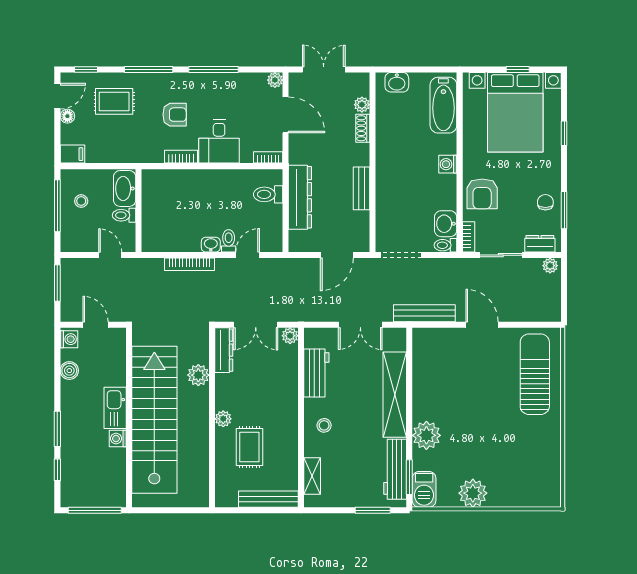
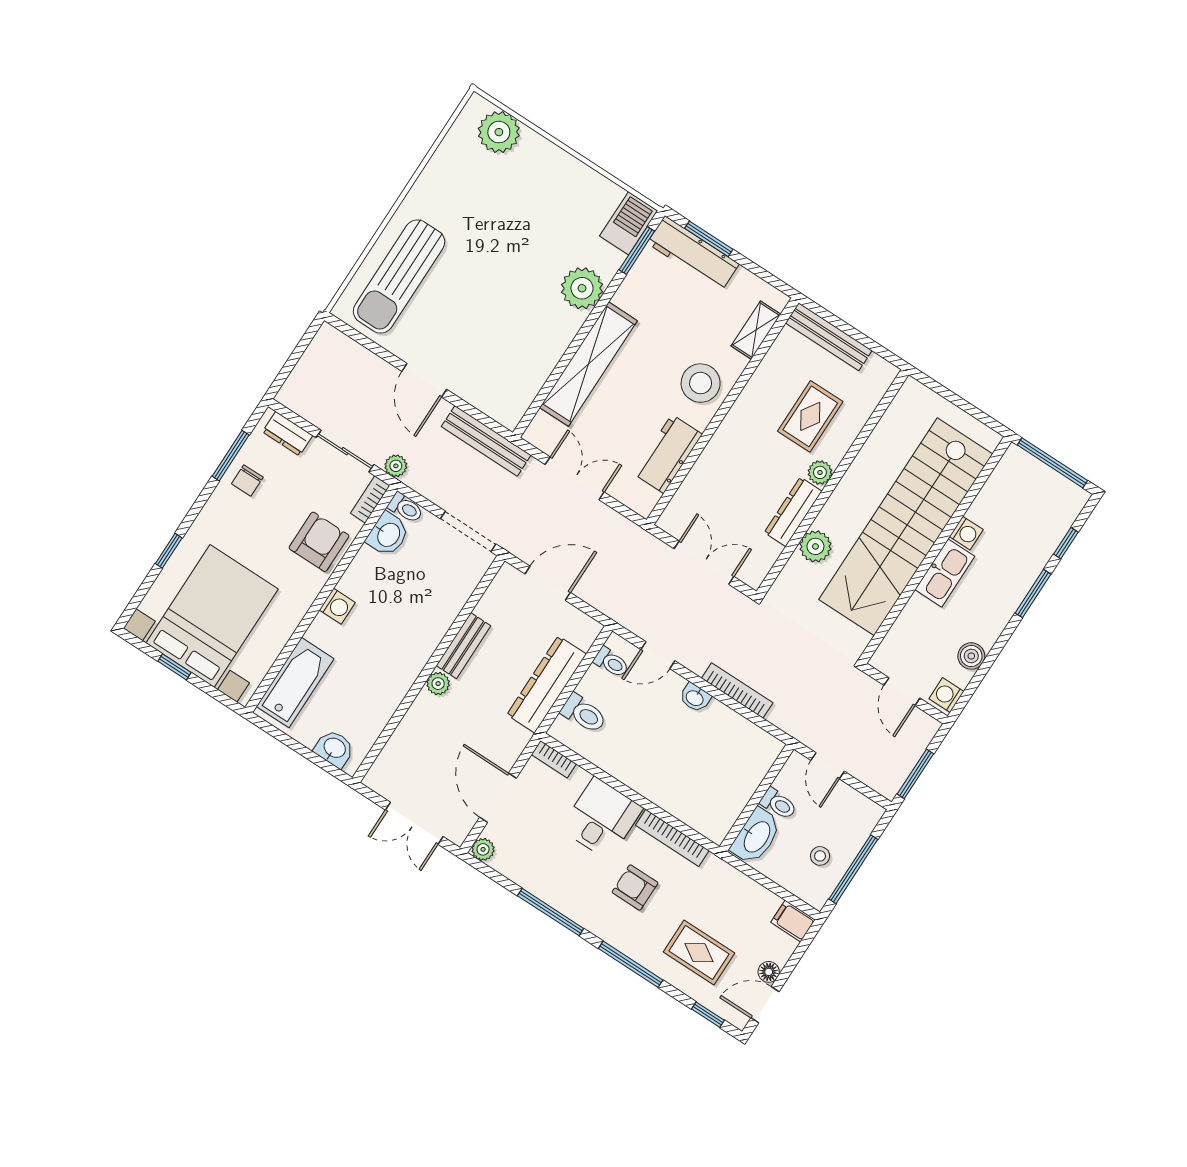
plant: (362, 105) -> (438, 684), moved
shoe rack: (363, 128) -> (413, 719), removed
bookcase: (181, 157) -> (672, 838), width x1.56
toilet: (229, 241) -> (611, 662), moved, turned -90
plant: (550, 266) -> (396, 466), moved
plant: (290, 336) -> (670, 521), removed
dresser: (224, 350) -> (793, 512), moved
stool: (324, 425) -> (701, 383), width x1.89, depth x1.89
workbench: (395, 469) -> (693, 254), moved, turned 90
plant: (473, 493) -> (499, 132), moved

